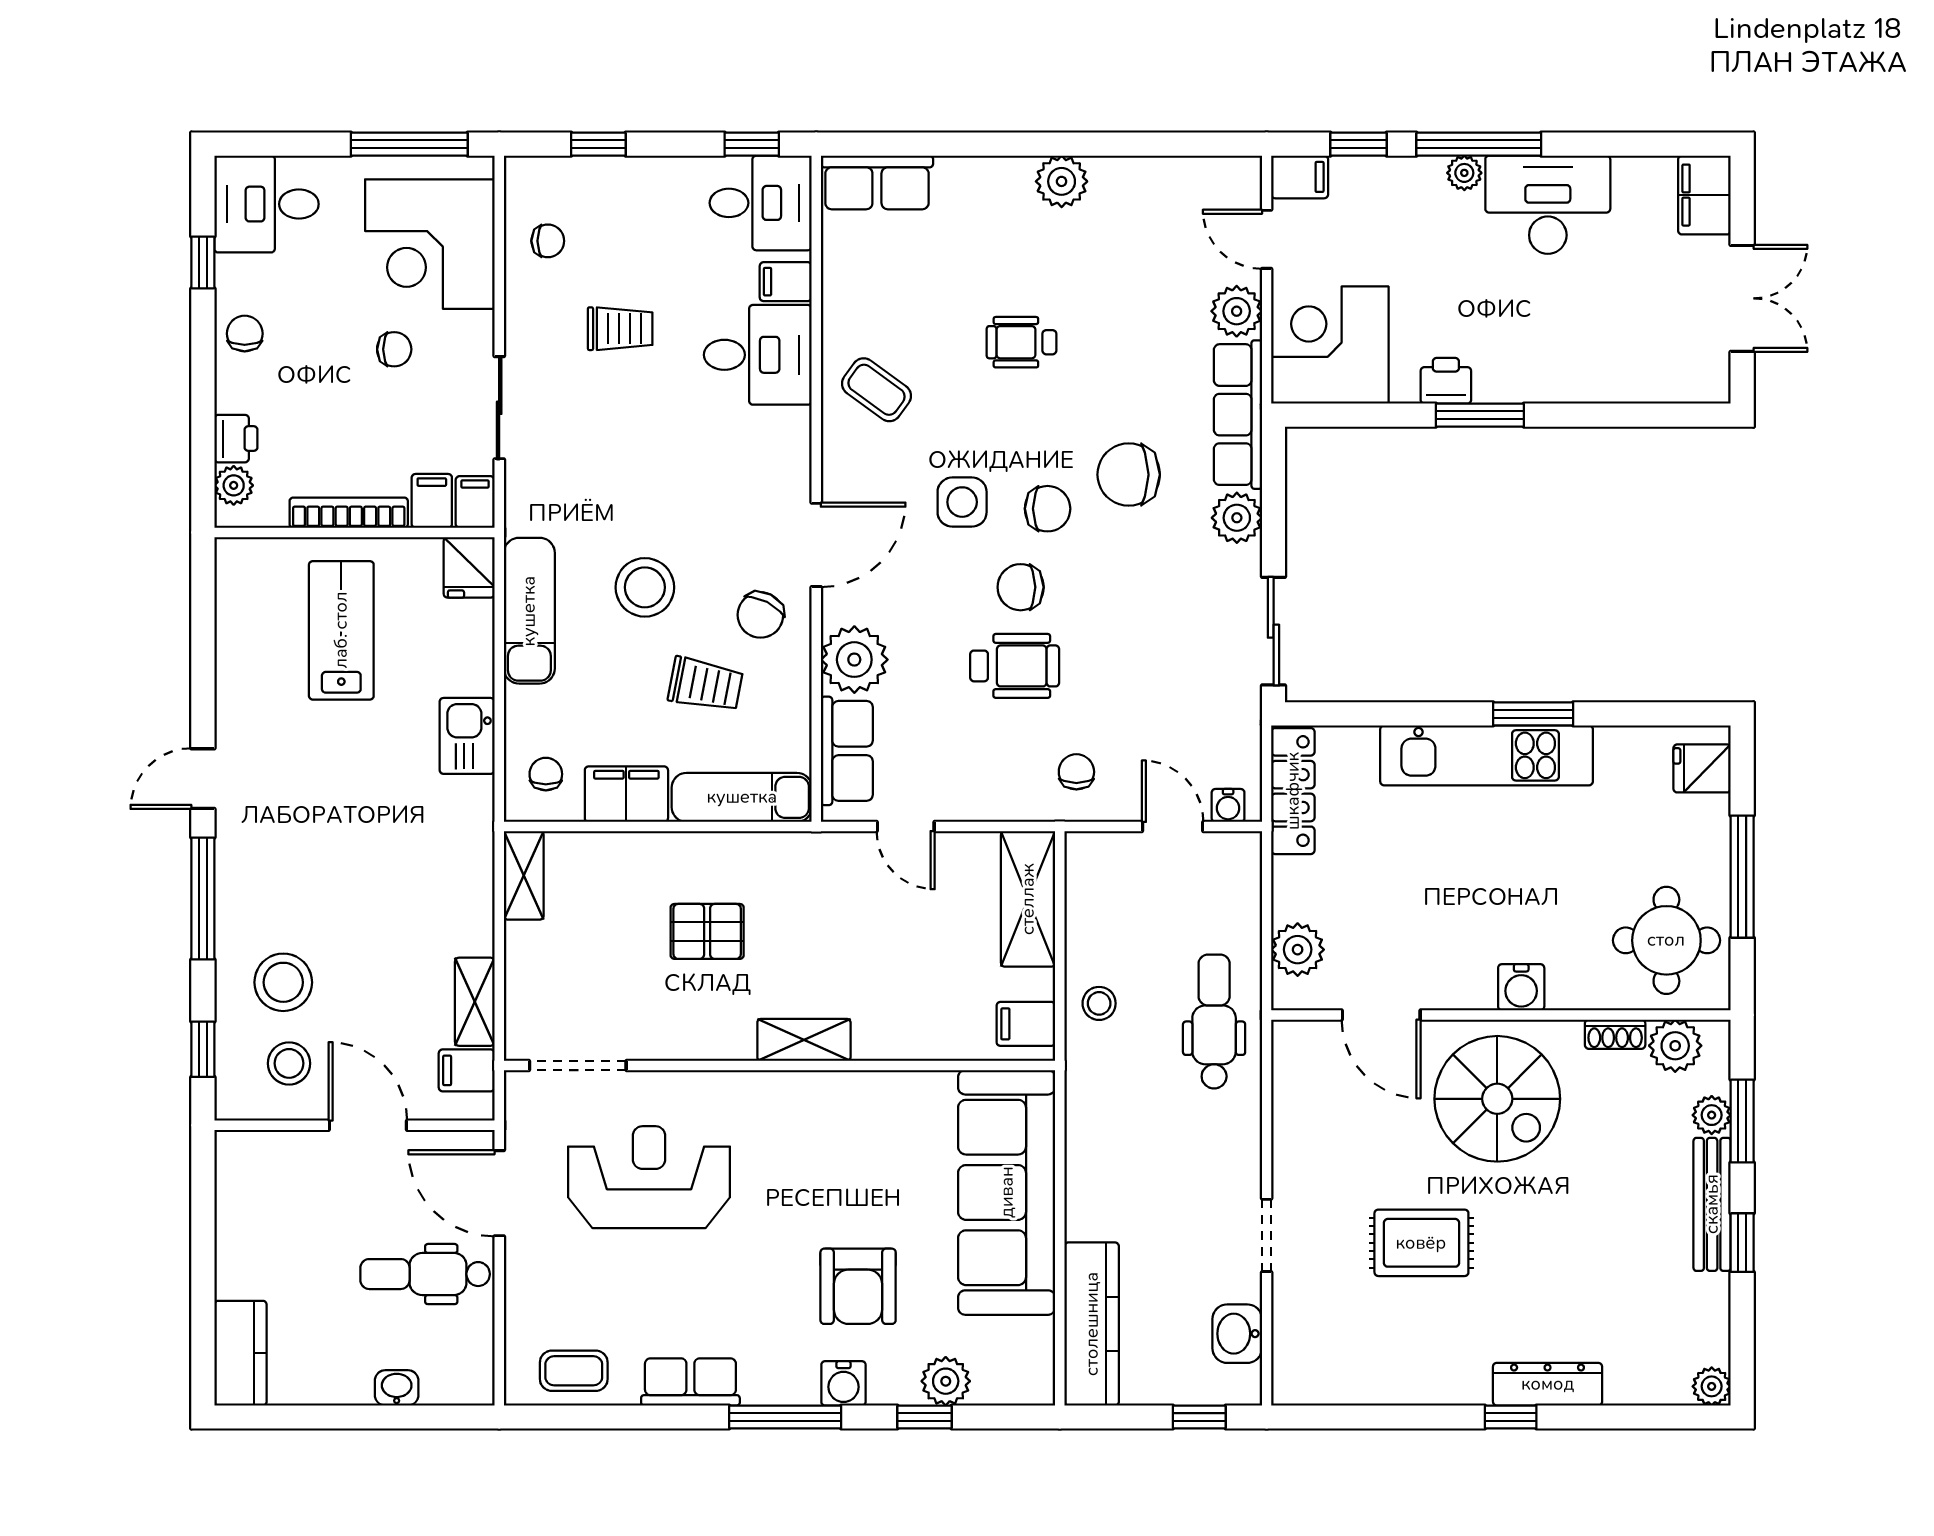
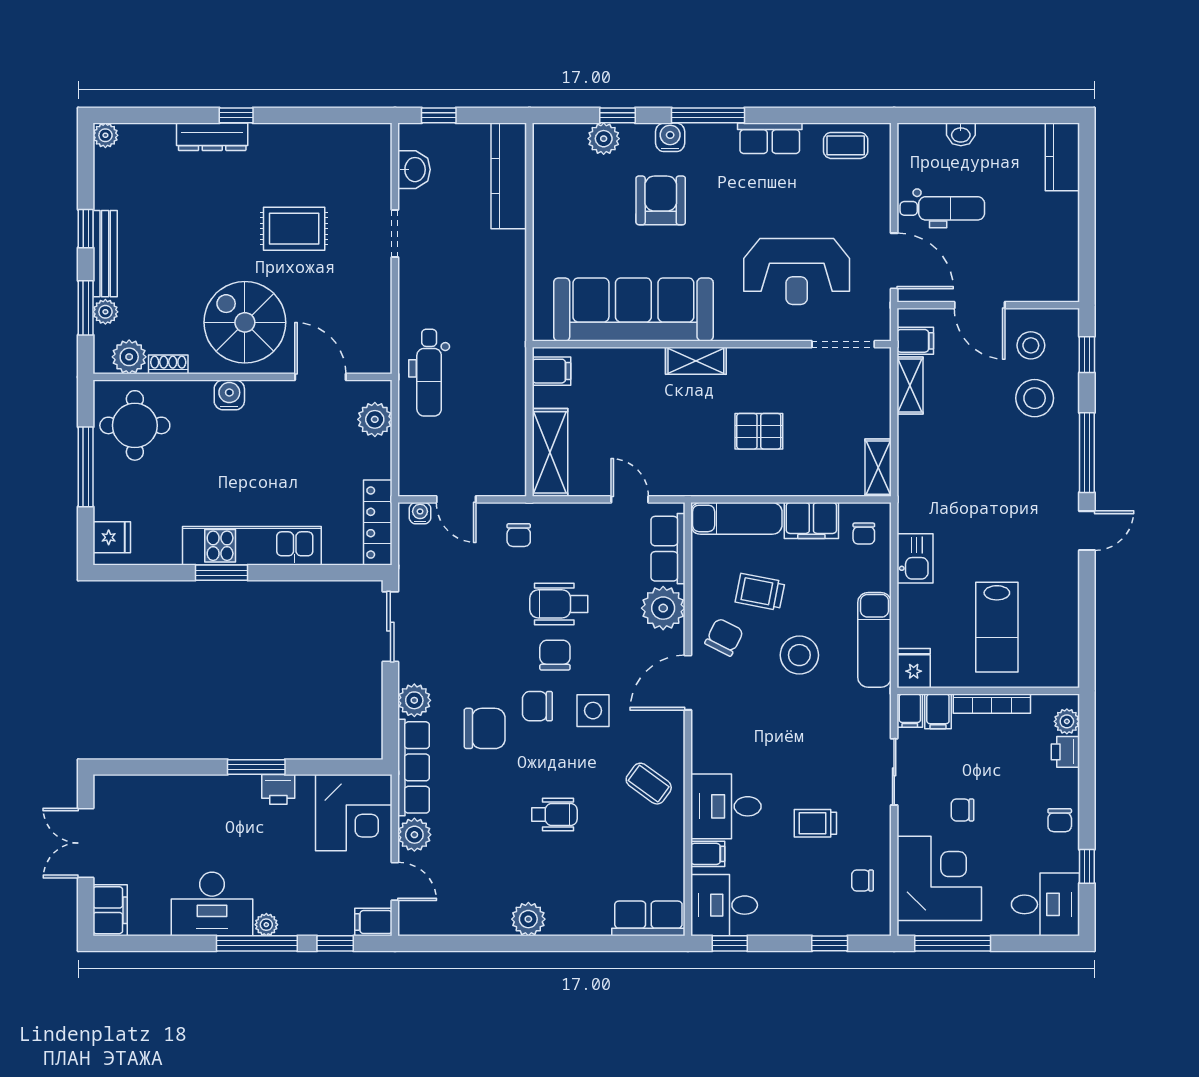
chair: (1021, 587) -> (555, 655), turned -90
stool: (1099, 1003) -> (504, 384), removed
sofa: (1007, 1192) -> (633, 309), moved, turned -90

